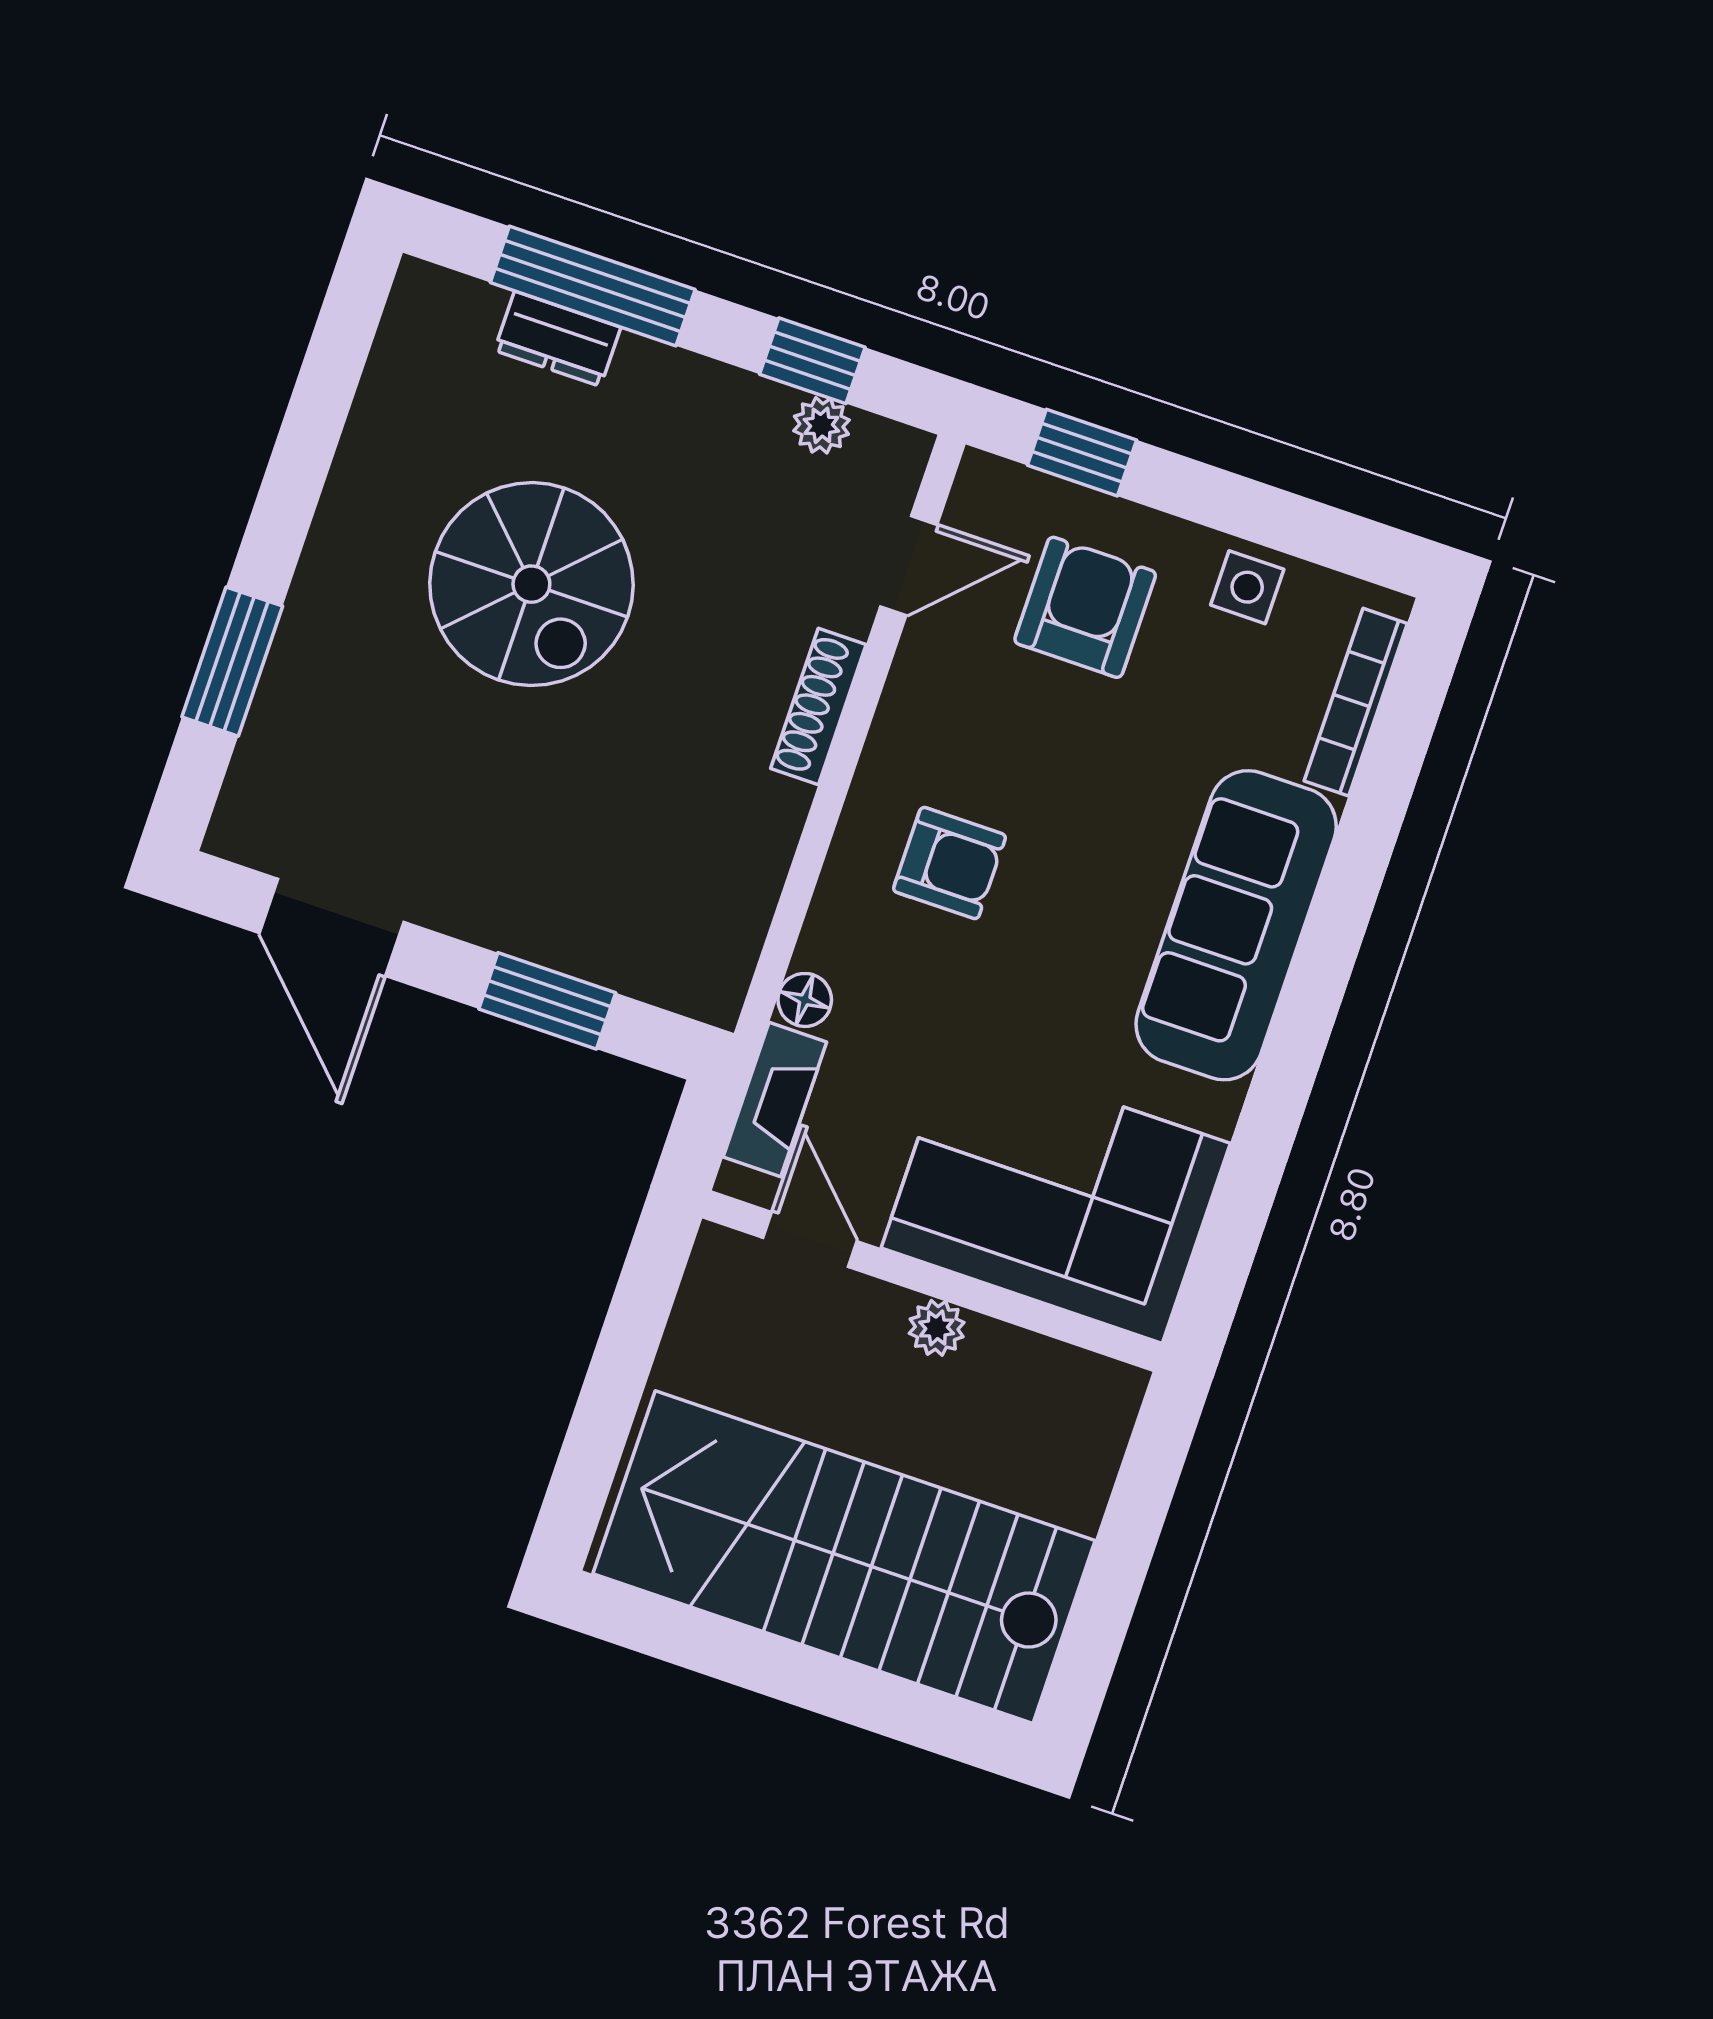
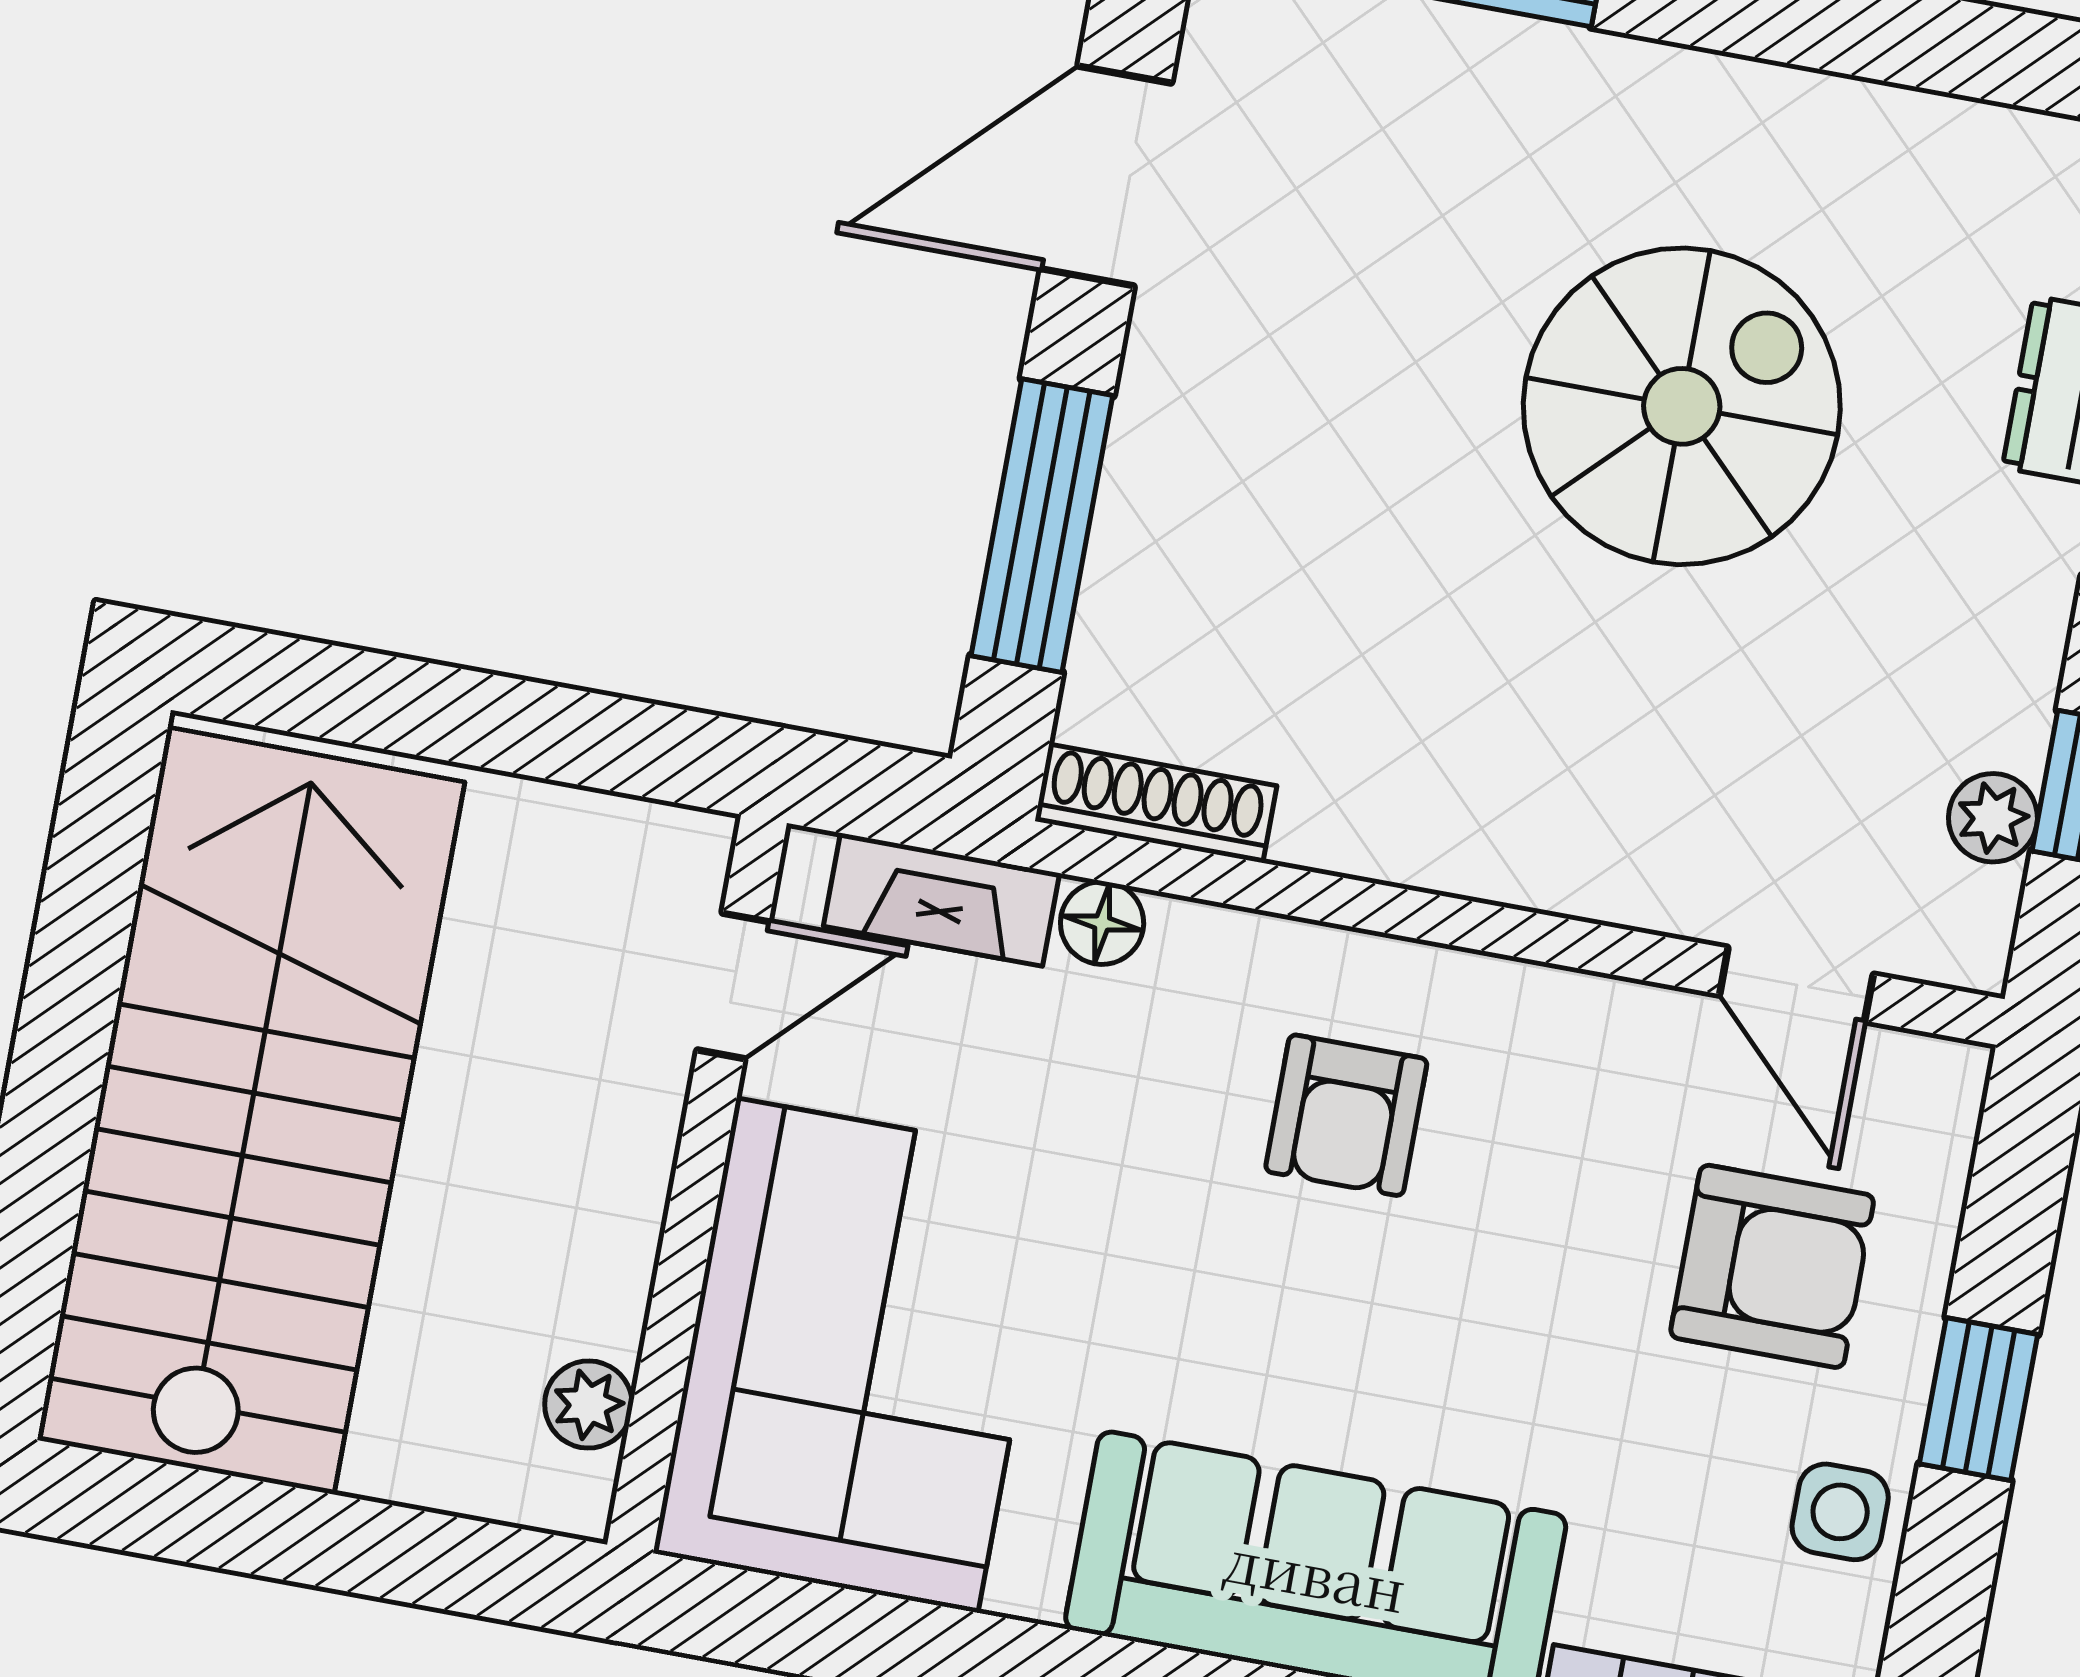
window: (1082, 453) -> (1978, 1399), moved
spiral stairs: (531, 584) -> (1682, 406), turned 180
shoe rack: (818, 706) -> (1156, 803), moved
window: (547, 1001) -> (1042, 526), width x1.44
plant: (937, 1328) -> (588, 1405), moved

